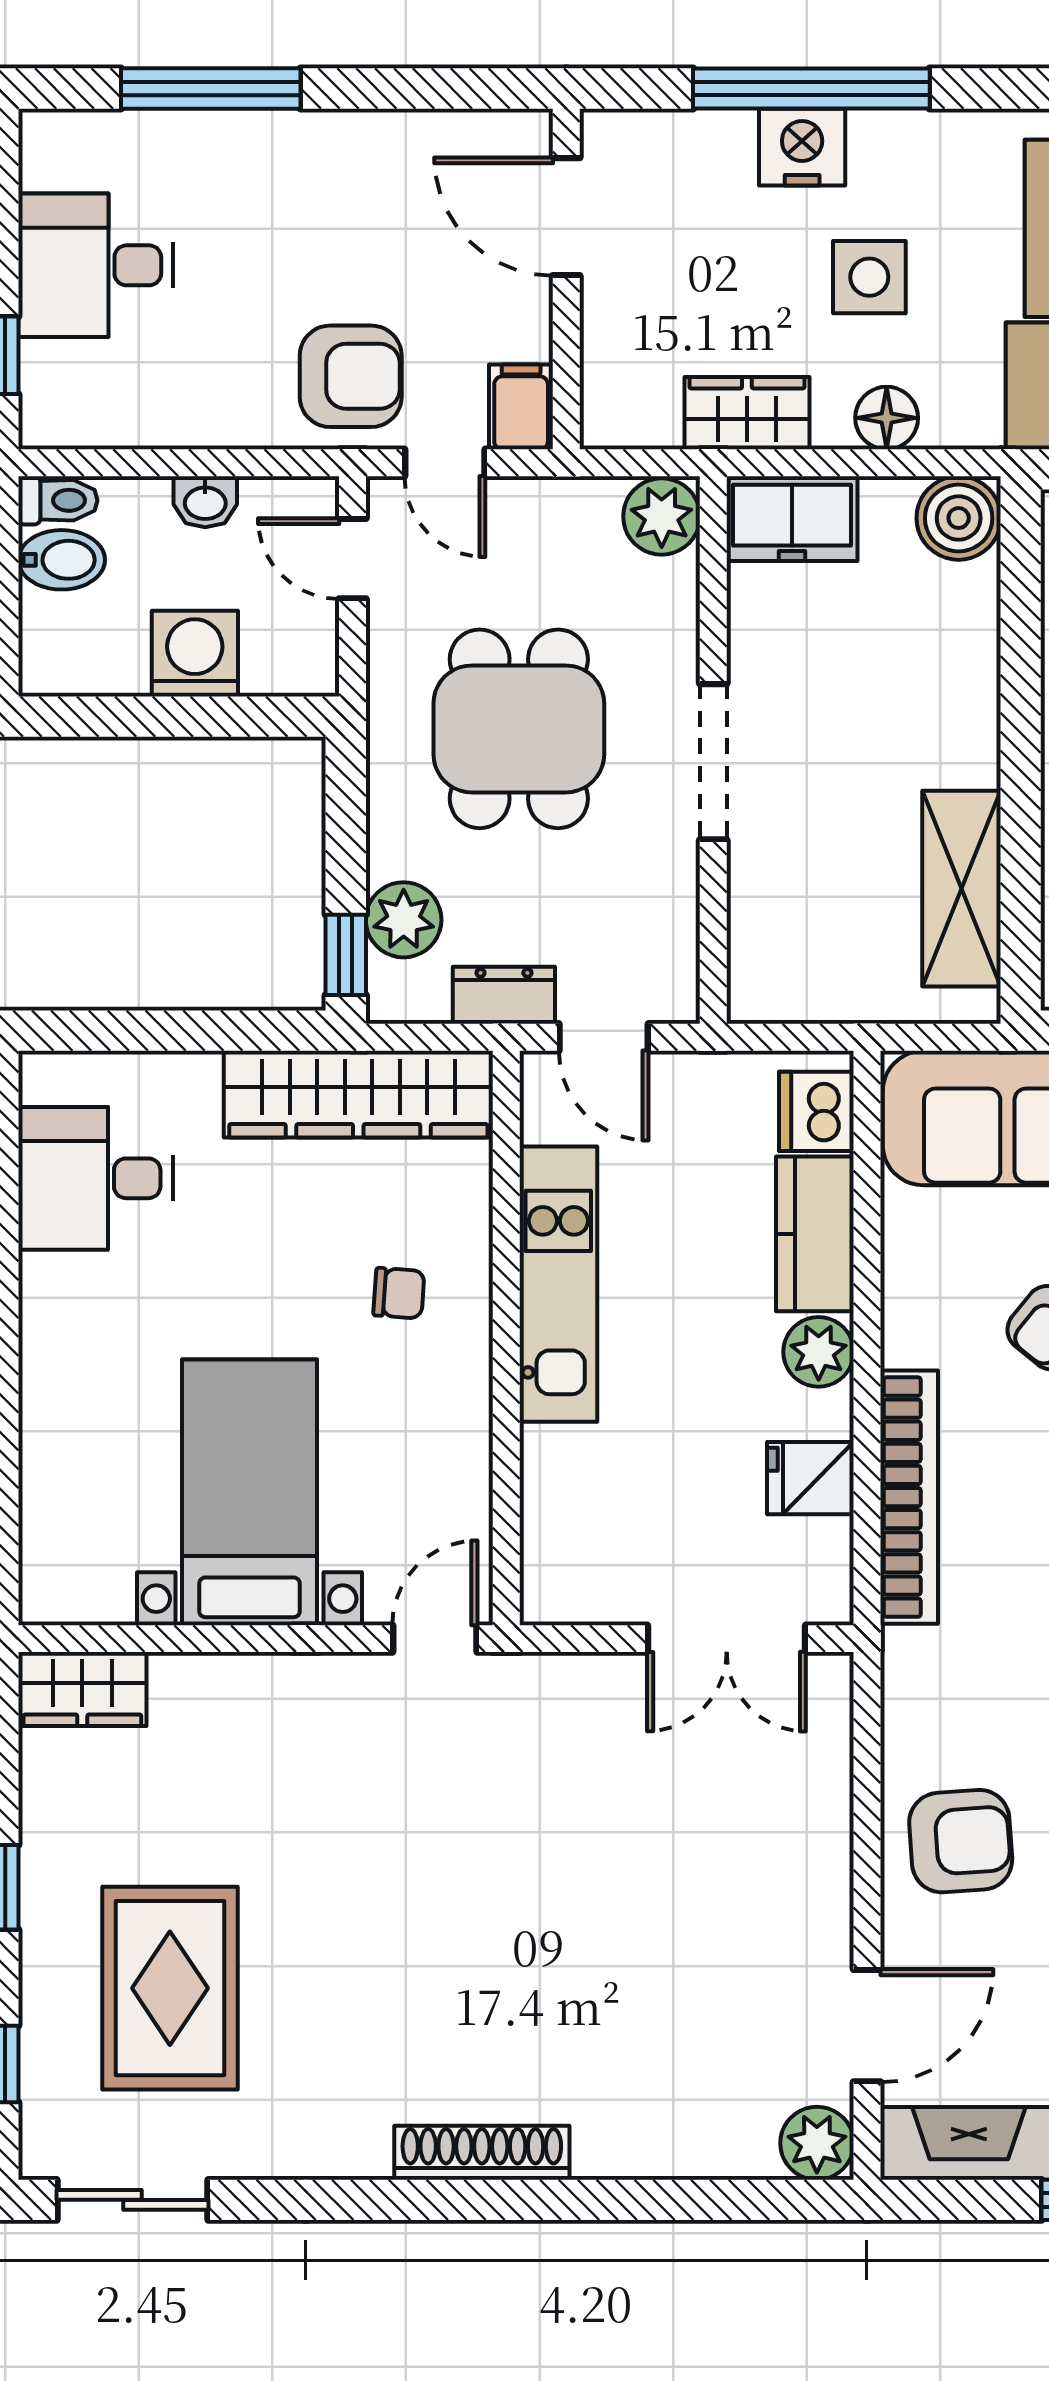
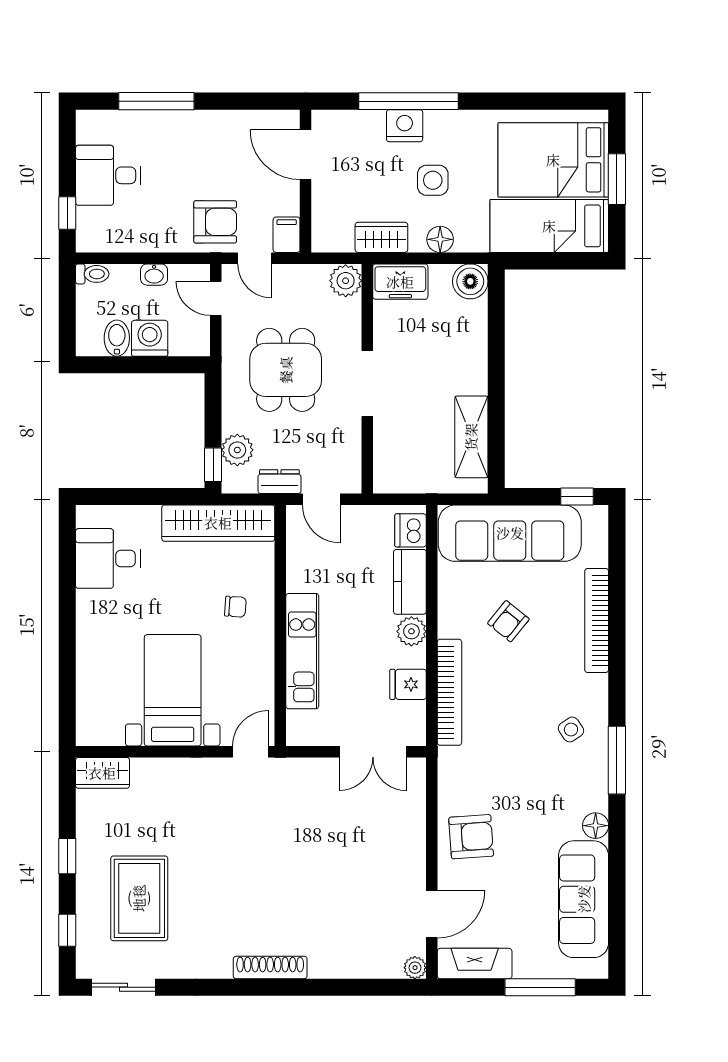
bidet: (62, 560) -> (117, 338), moved, turned -90
kitchen unit: (558, 1284) -> (302, 651), moved
plant: (817, 2143) -> (415, 968), width x0.73, depth x0.73

